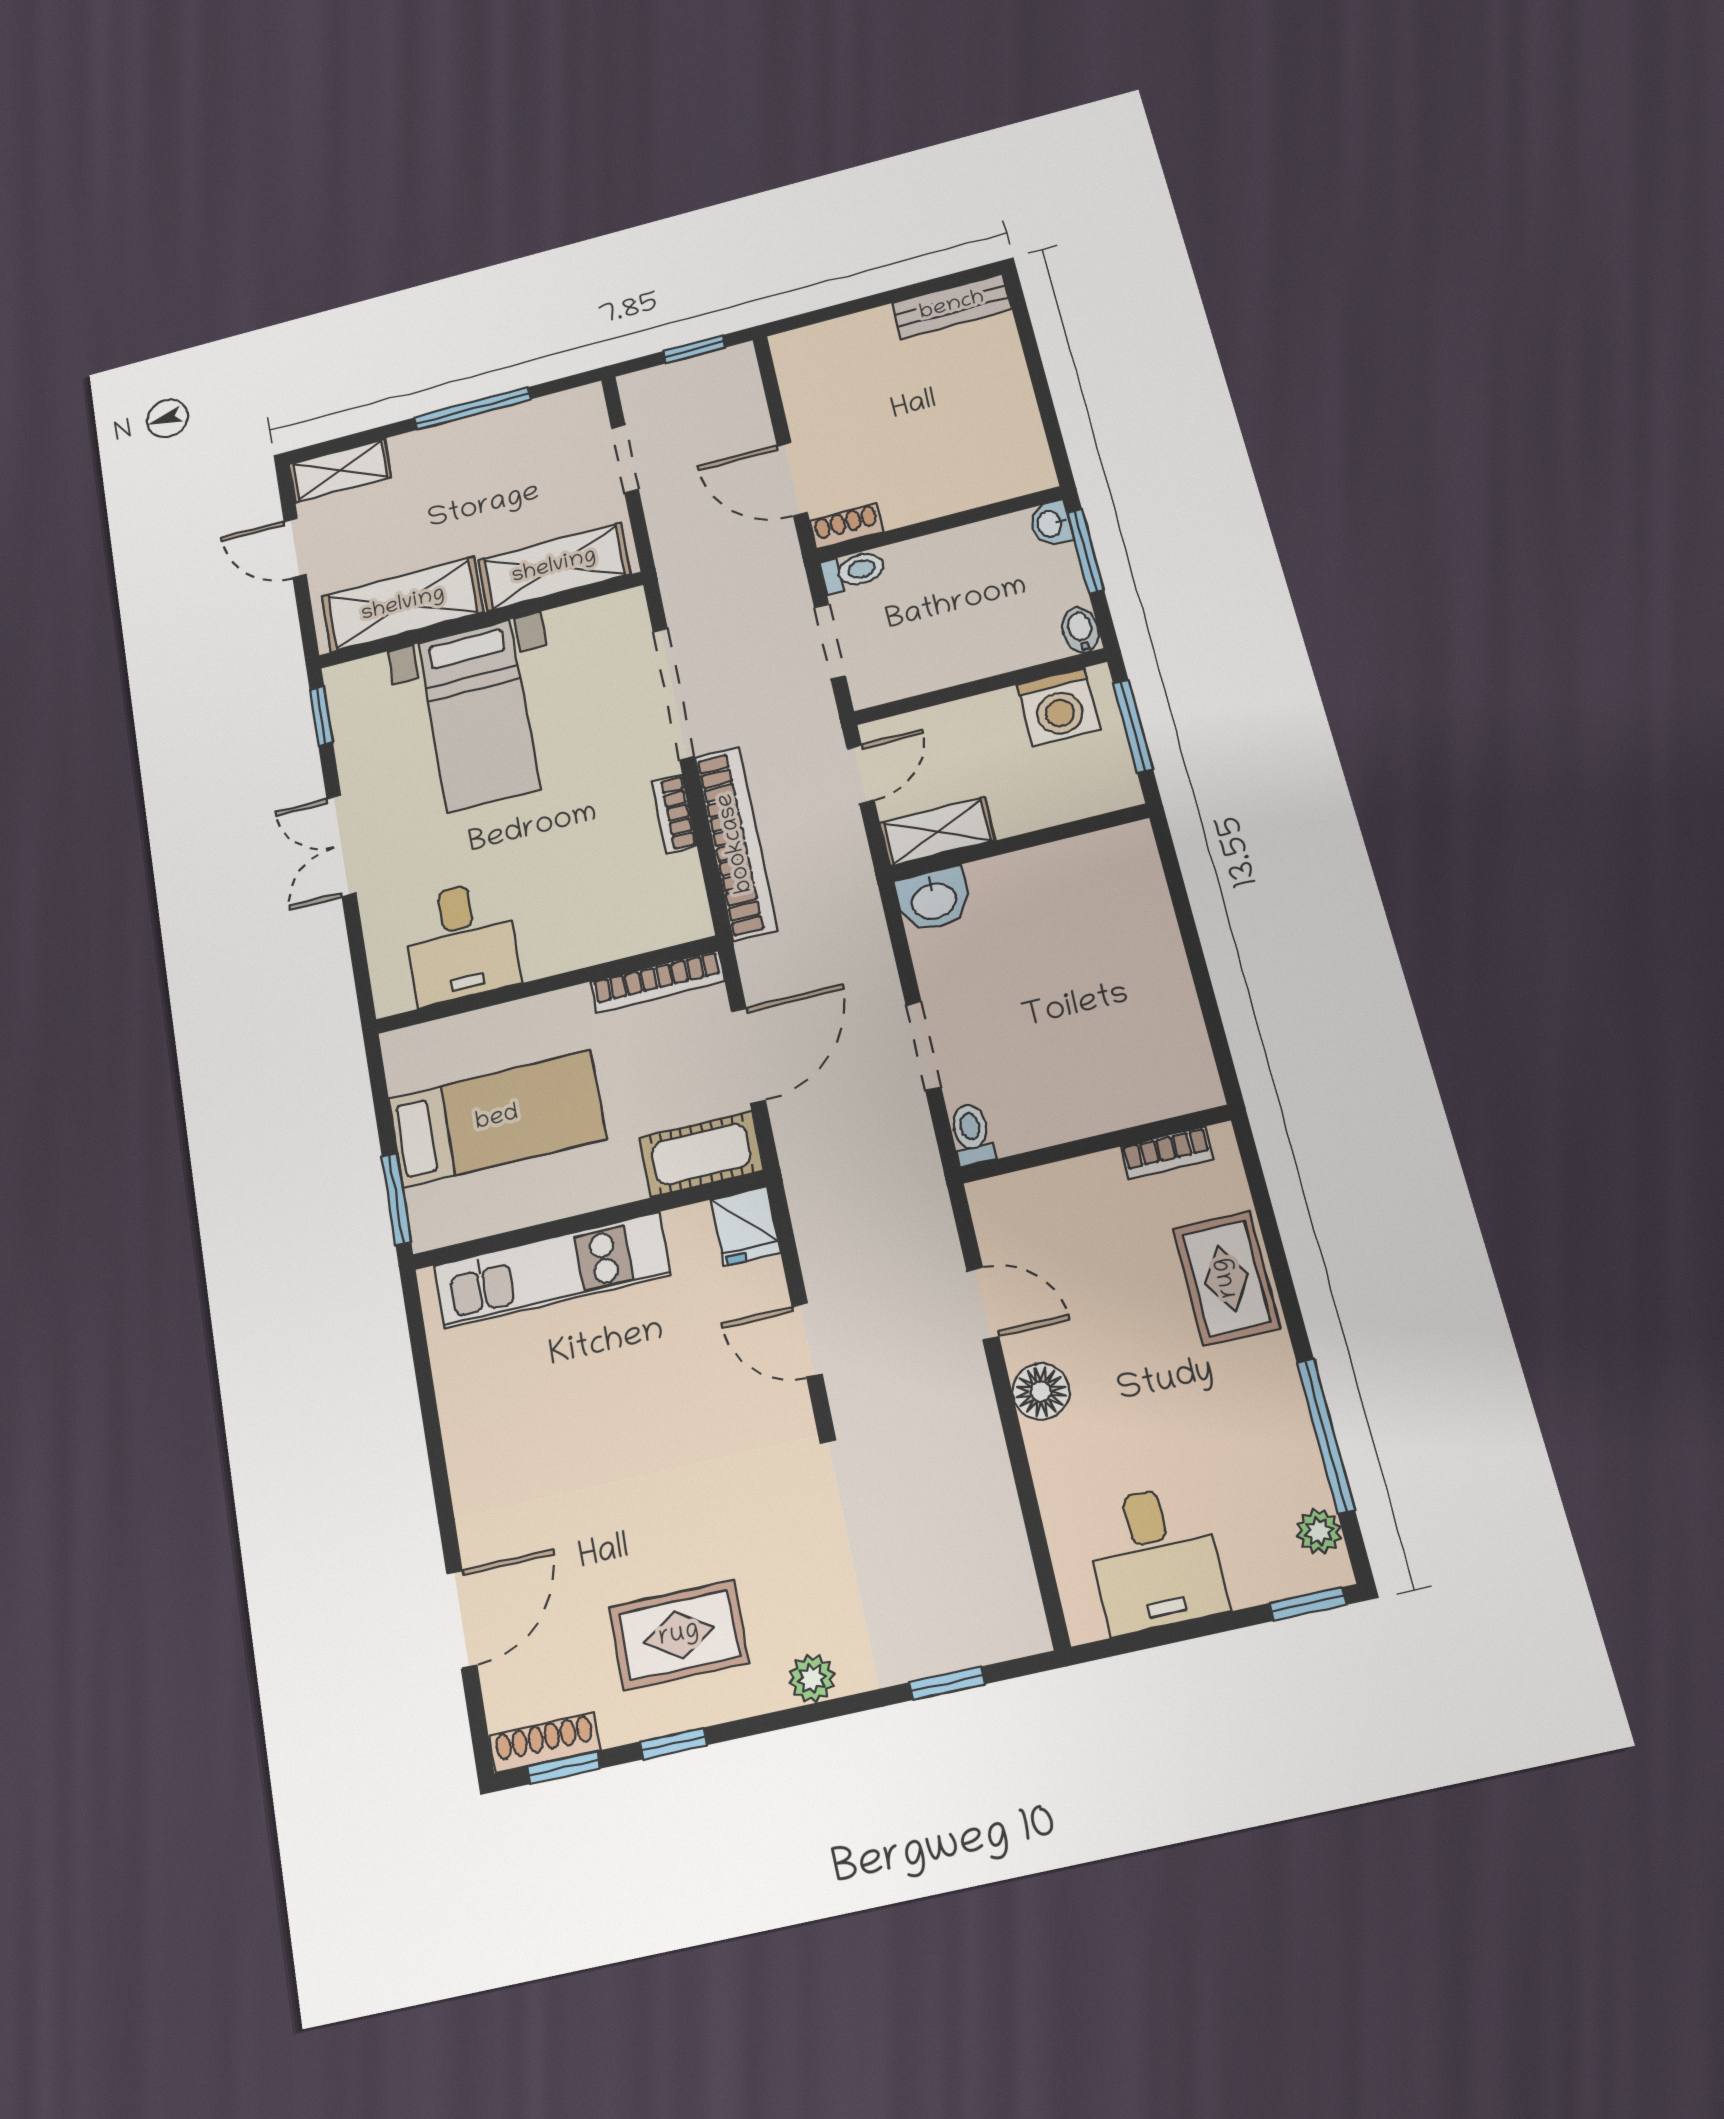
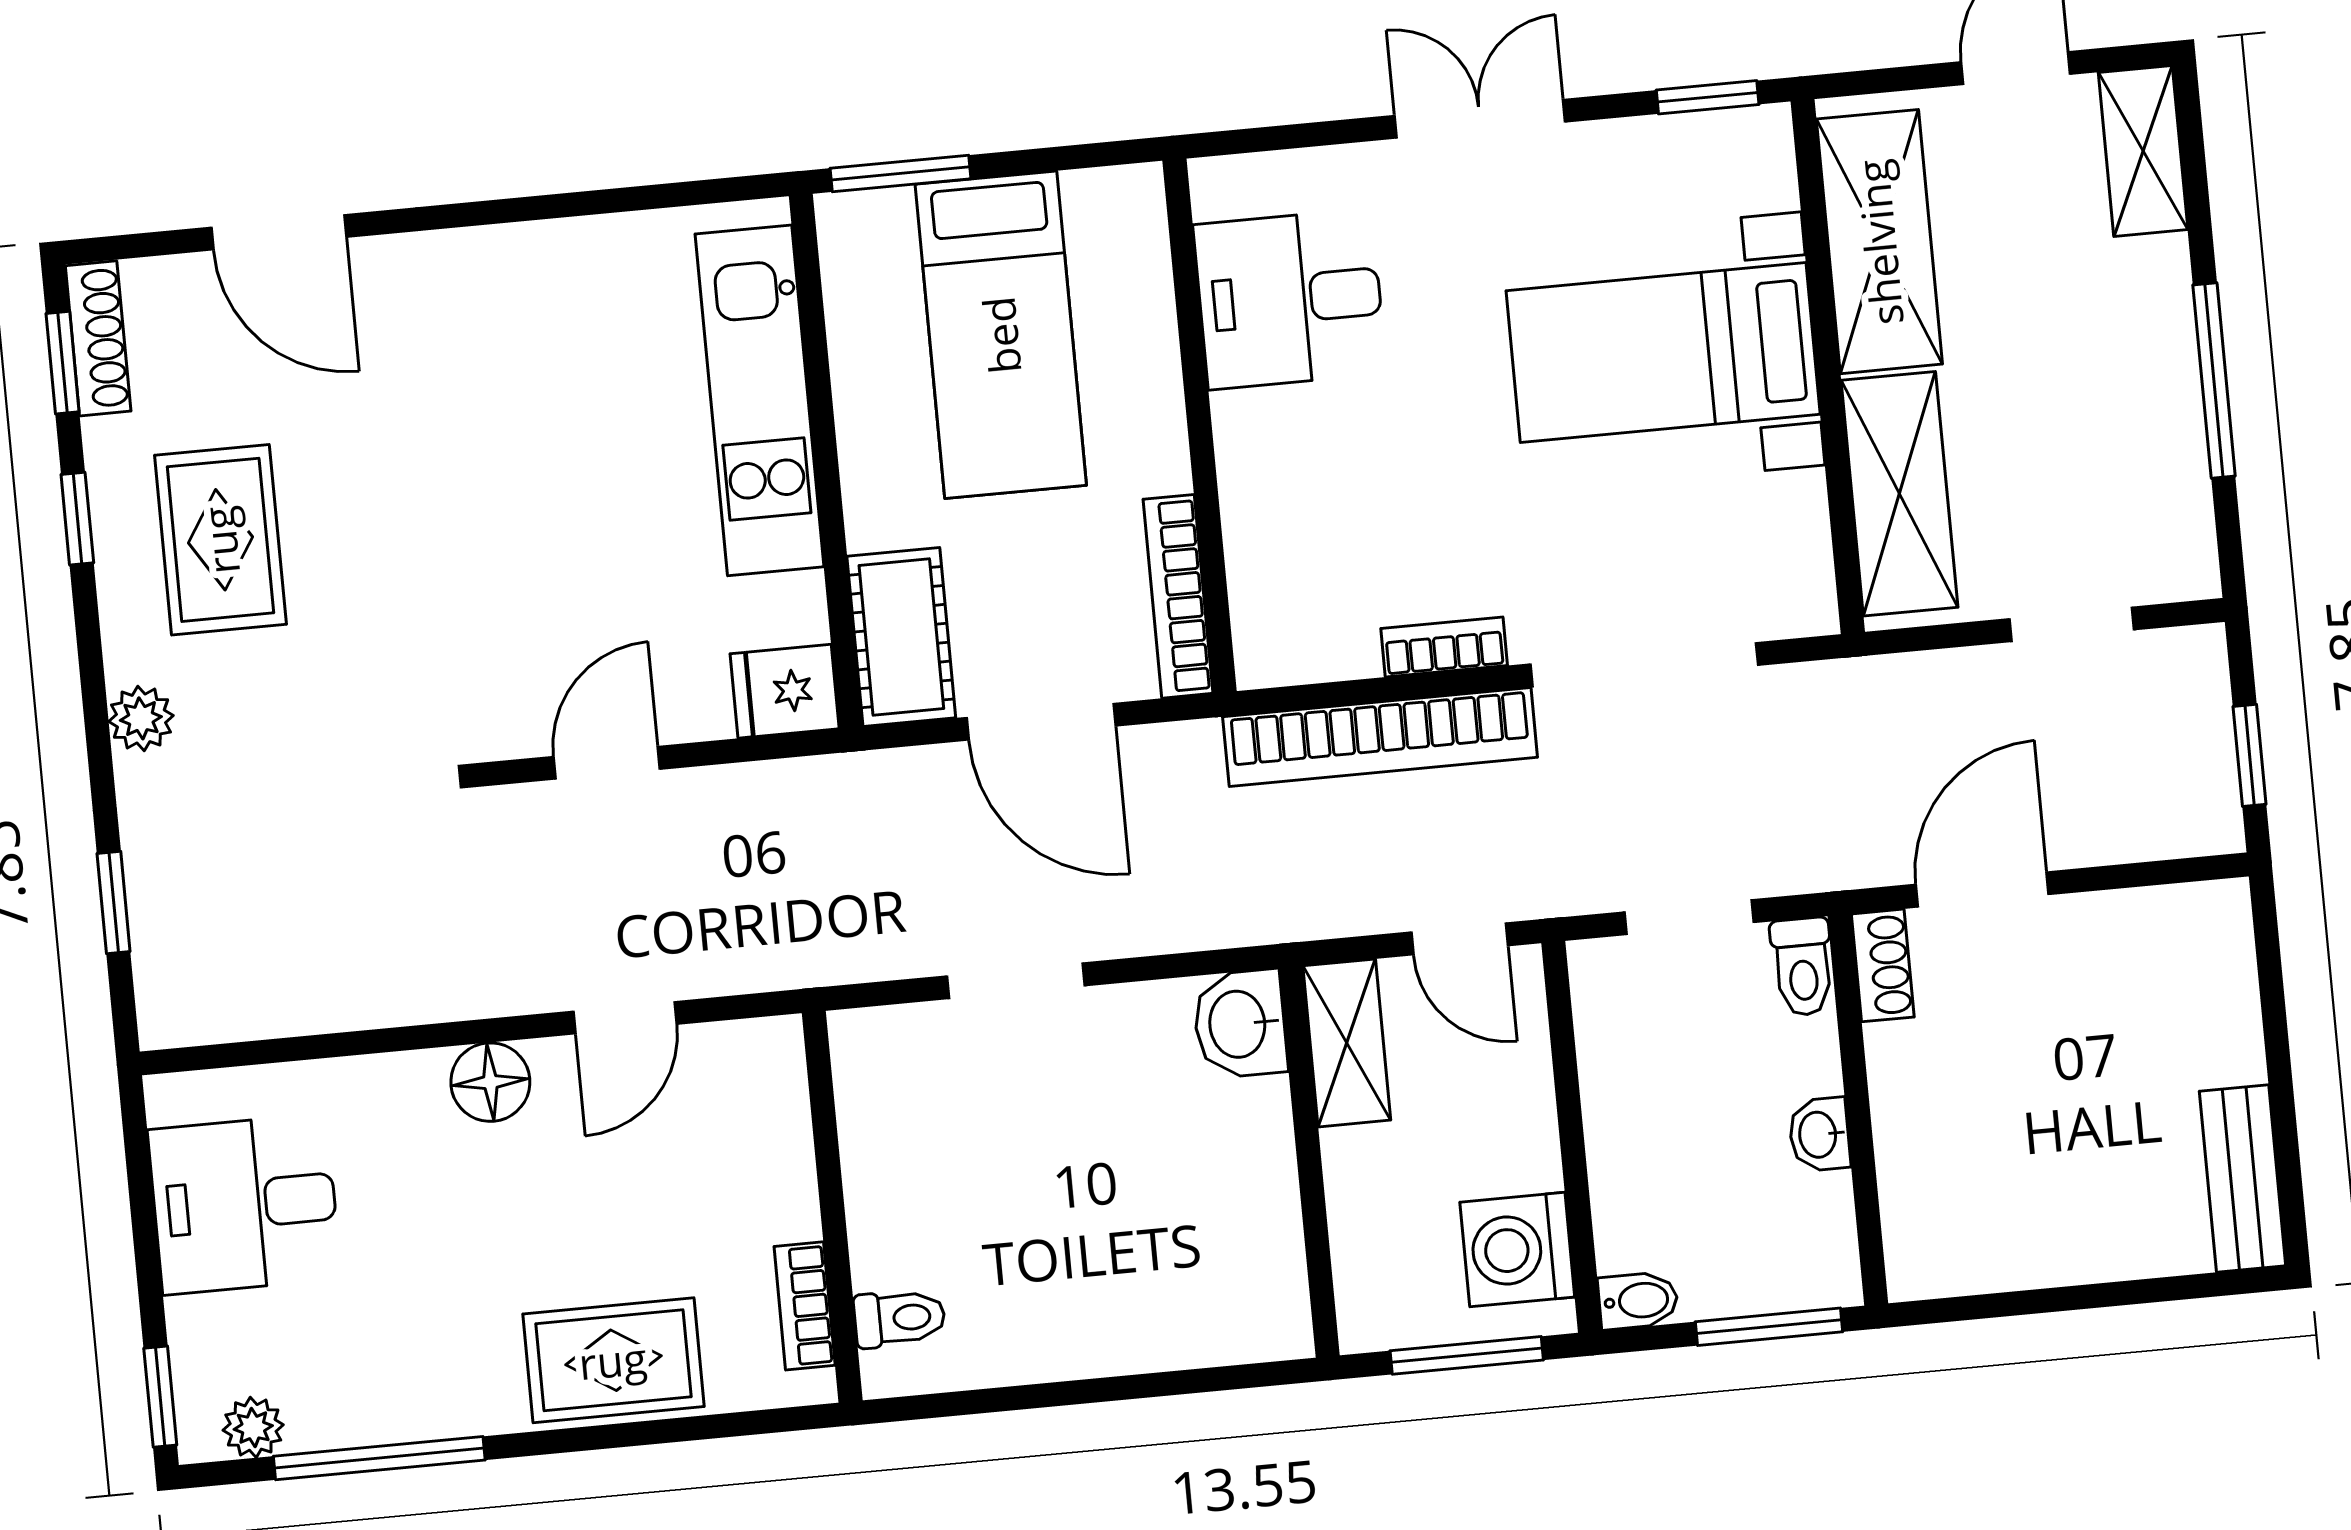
washbasin: (1050, 524) -> (1819, 1135), moved, turned -90
toilet: (972, 1134) -> (900, 1318), moved

